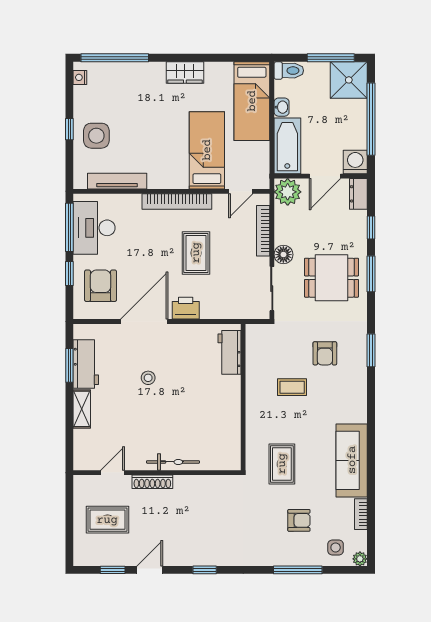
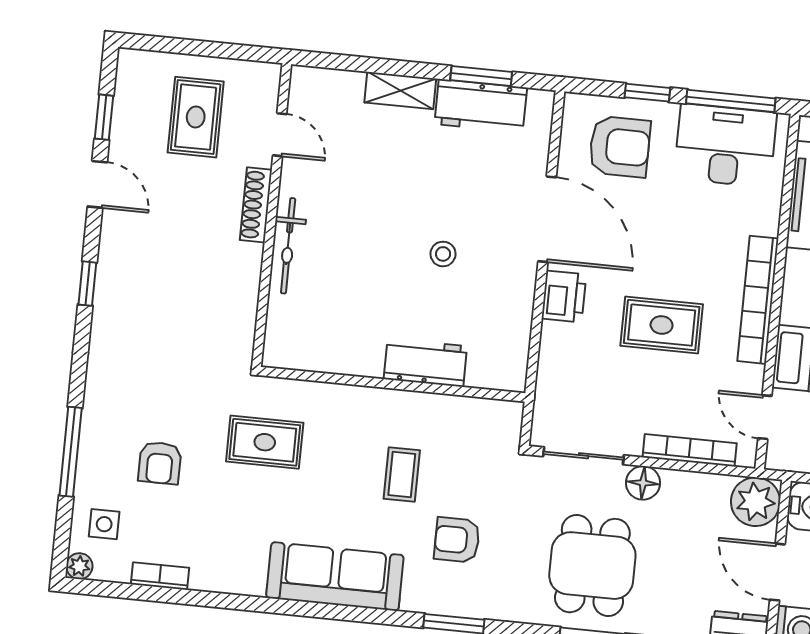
workbench: (229, 352) -> (425, 363), moved
stool: (148, 378) -> (443, 254), moved
sofa: (352, 460) -> (335, 576), moved

